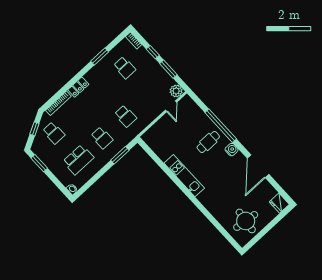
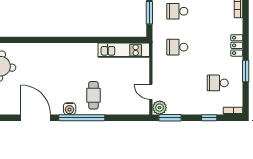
window: (168, 69) -> (170, 118), moved
locker: (78, 87) -> (237, 45), moved
window: (221, 126) -> (82, 118), moved
kitchen unit: (184, 176) -> (124, 50), moved

